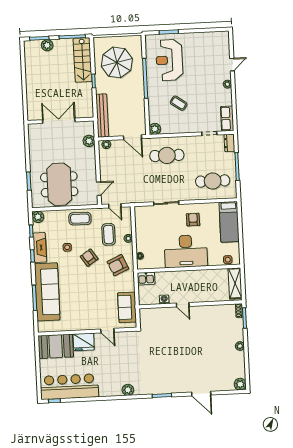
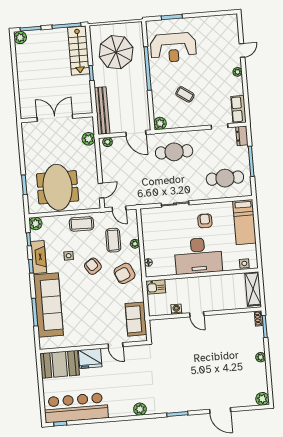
plant: (47, 45) -> (20, 38), moved
reception desk: (169, 60) -> (173, 48), turned -90

